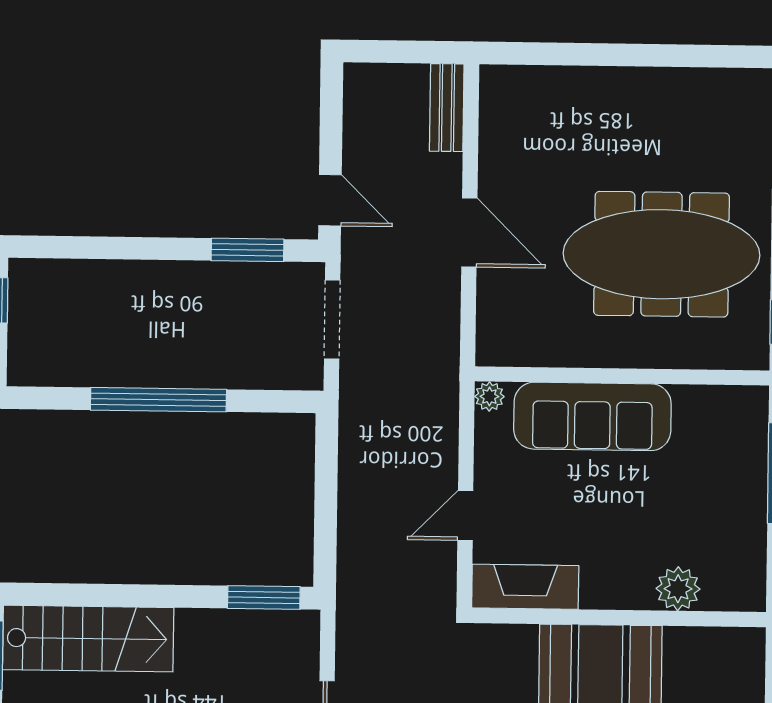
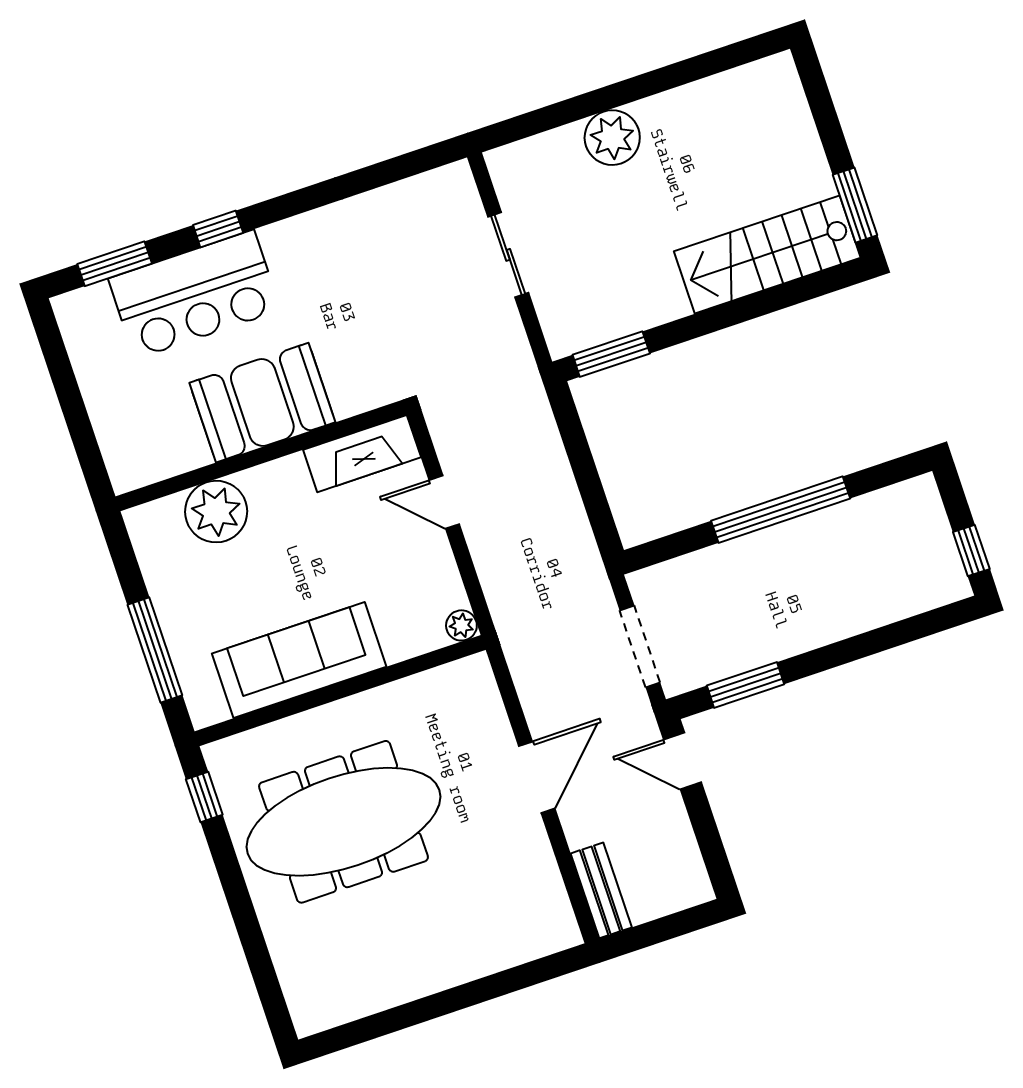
door: (469, 233) -> (537, 777), swing flipped
sofa: (592, 416) -> (299, 660), moved
door: (465, 515) -> (444, 502), swing flipped
plant: (678, 589) -> (216, 512), width x1.36, depth x1.36

